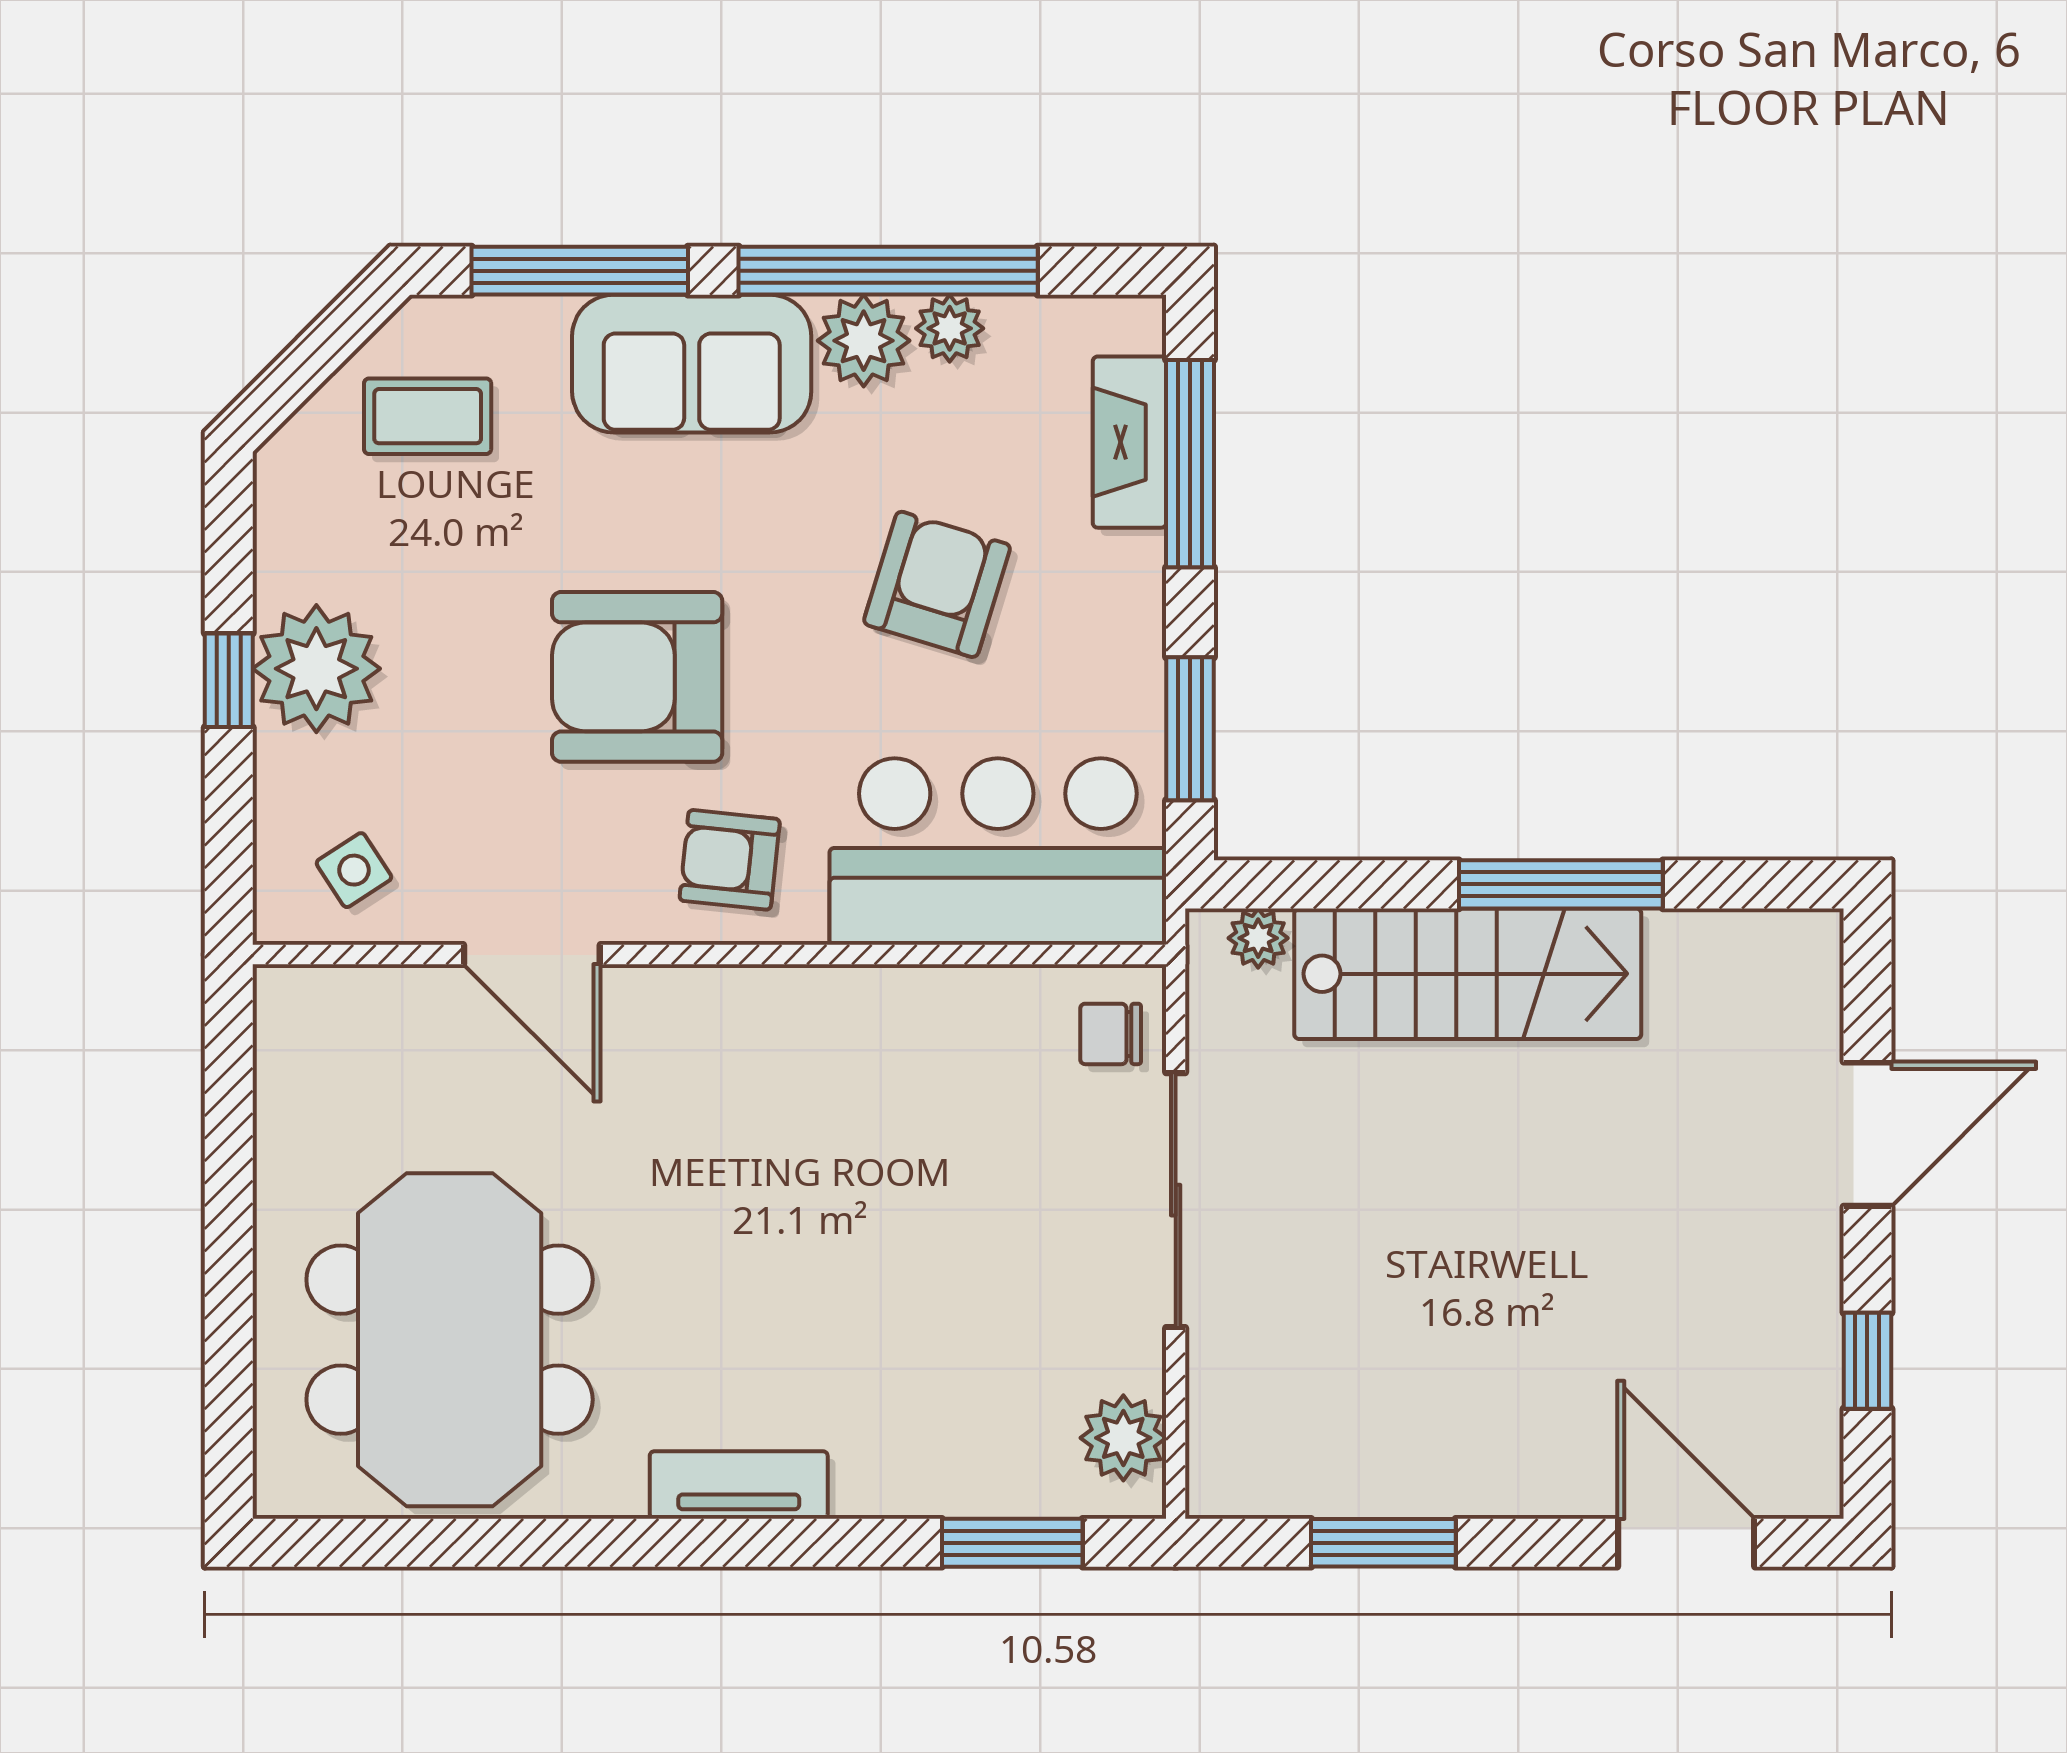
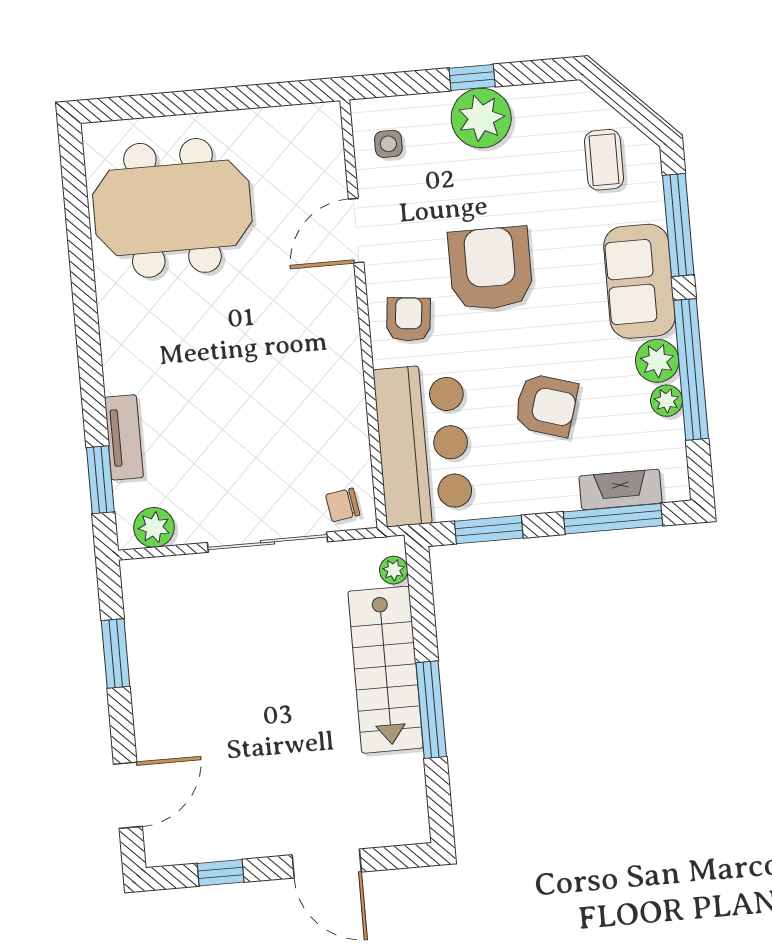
side table: (354, 870) -> (388, 144), turned 33
chair: (1111, 1034) -> (343, 505), turned -99
tv unit: (739, 1485) -> (124, 437), moved

